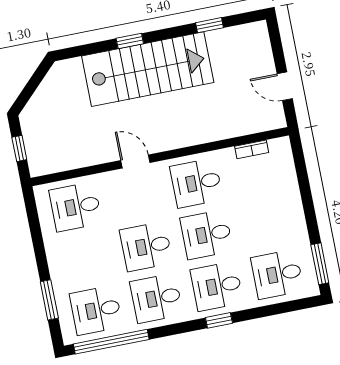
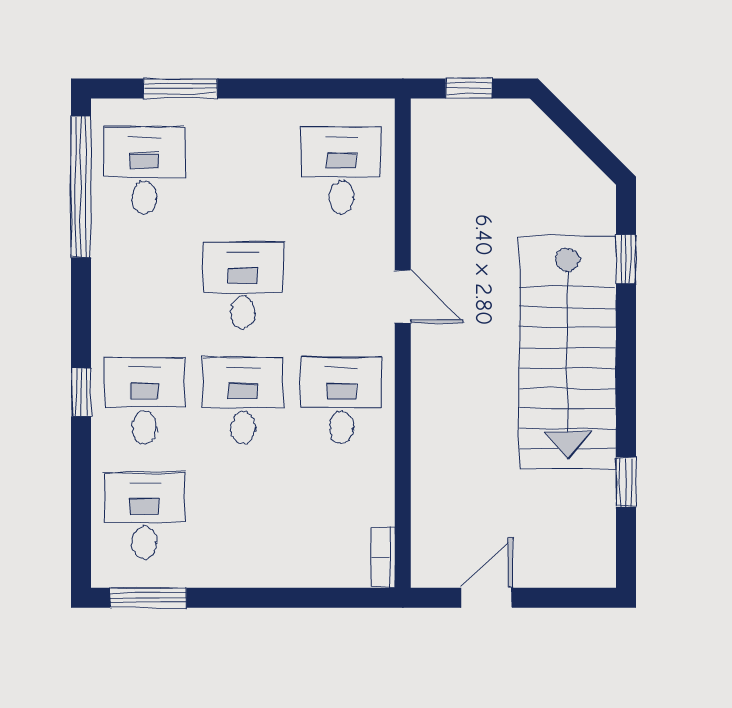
window: (130, 41) -> (626, 259), moved
bookcase: (252, 149) -> (383, 557), moved
door: (135, 162) -> (403, 297), hinge flipped
desk: (156, 298) -> (144, 286), removed

